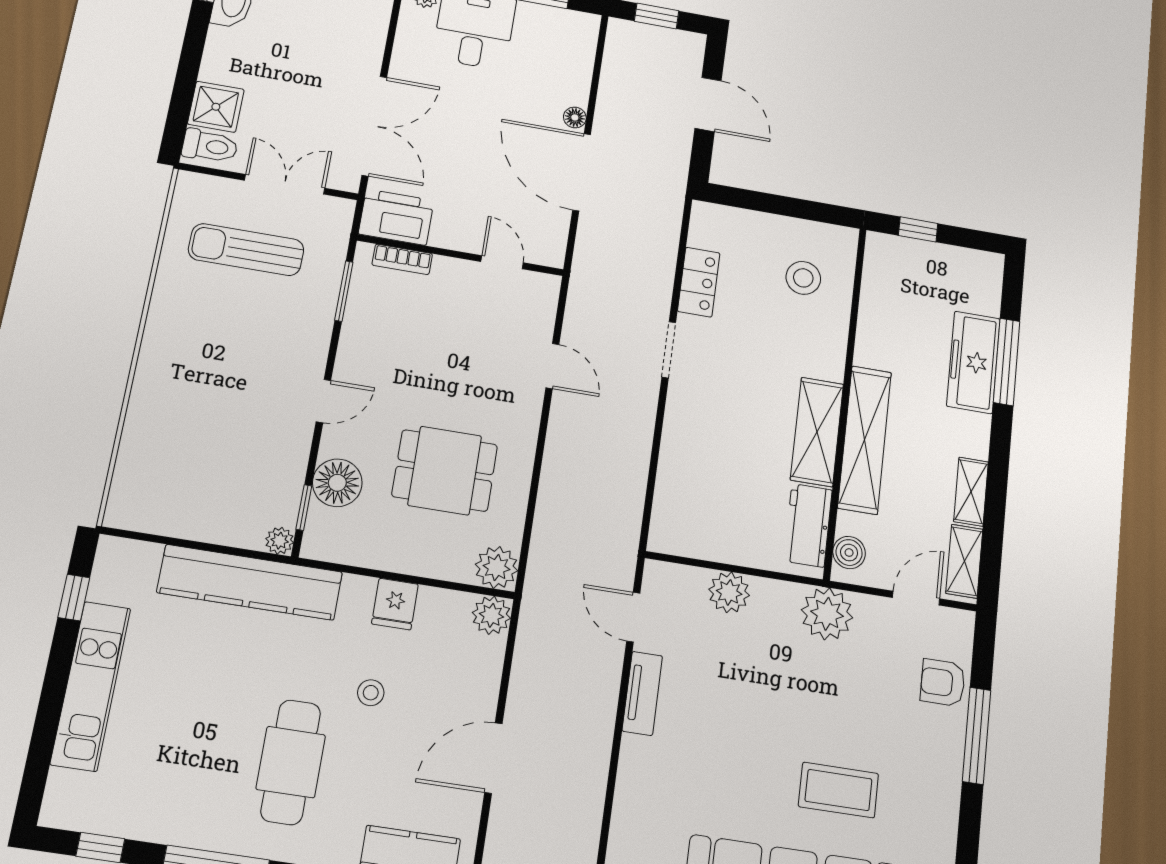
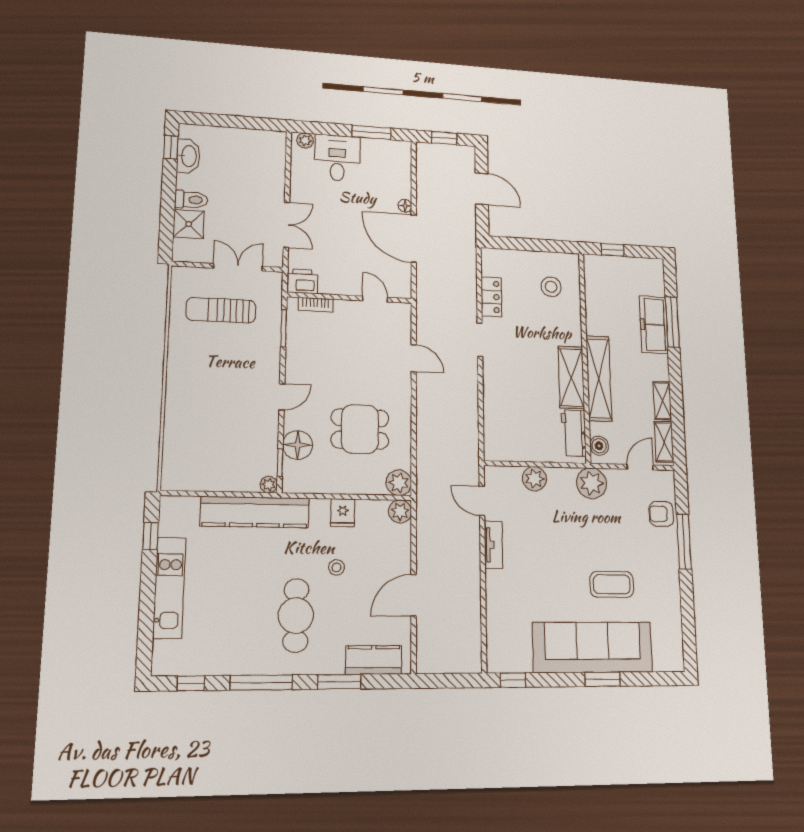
double door: (374, 126) -> (286, 225), width x0.73
toilet: (210, 146) -> (191, 200), moved
printer: (396, 217) -> (302, 281), width x0.73, depth x0.84

